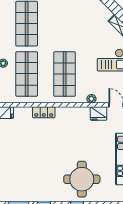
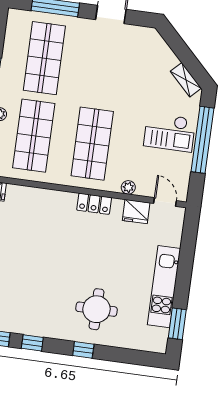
locker: (44, 112) -> (94, 204), moved
round table: (82, 179) -> (96, 309), width x0.73, depth x0.73

